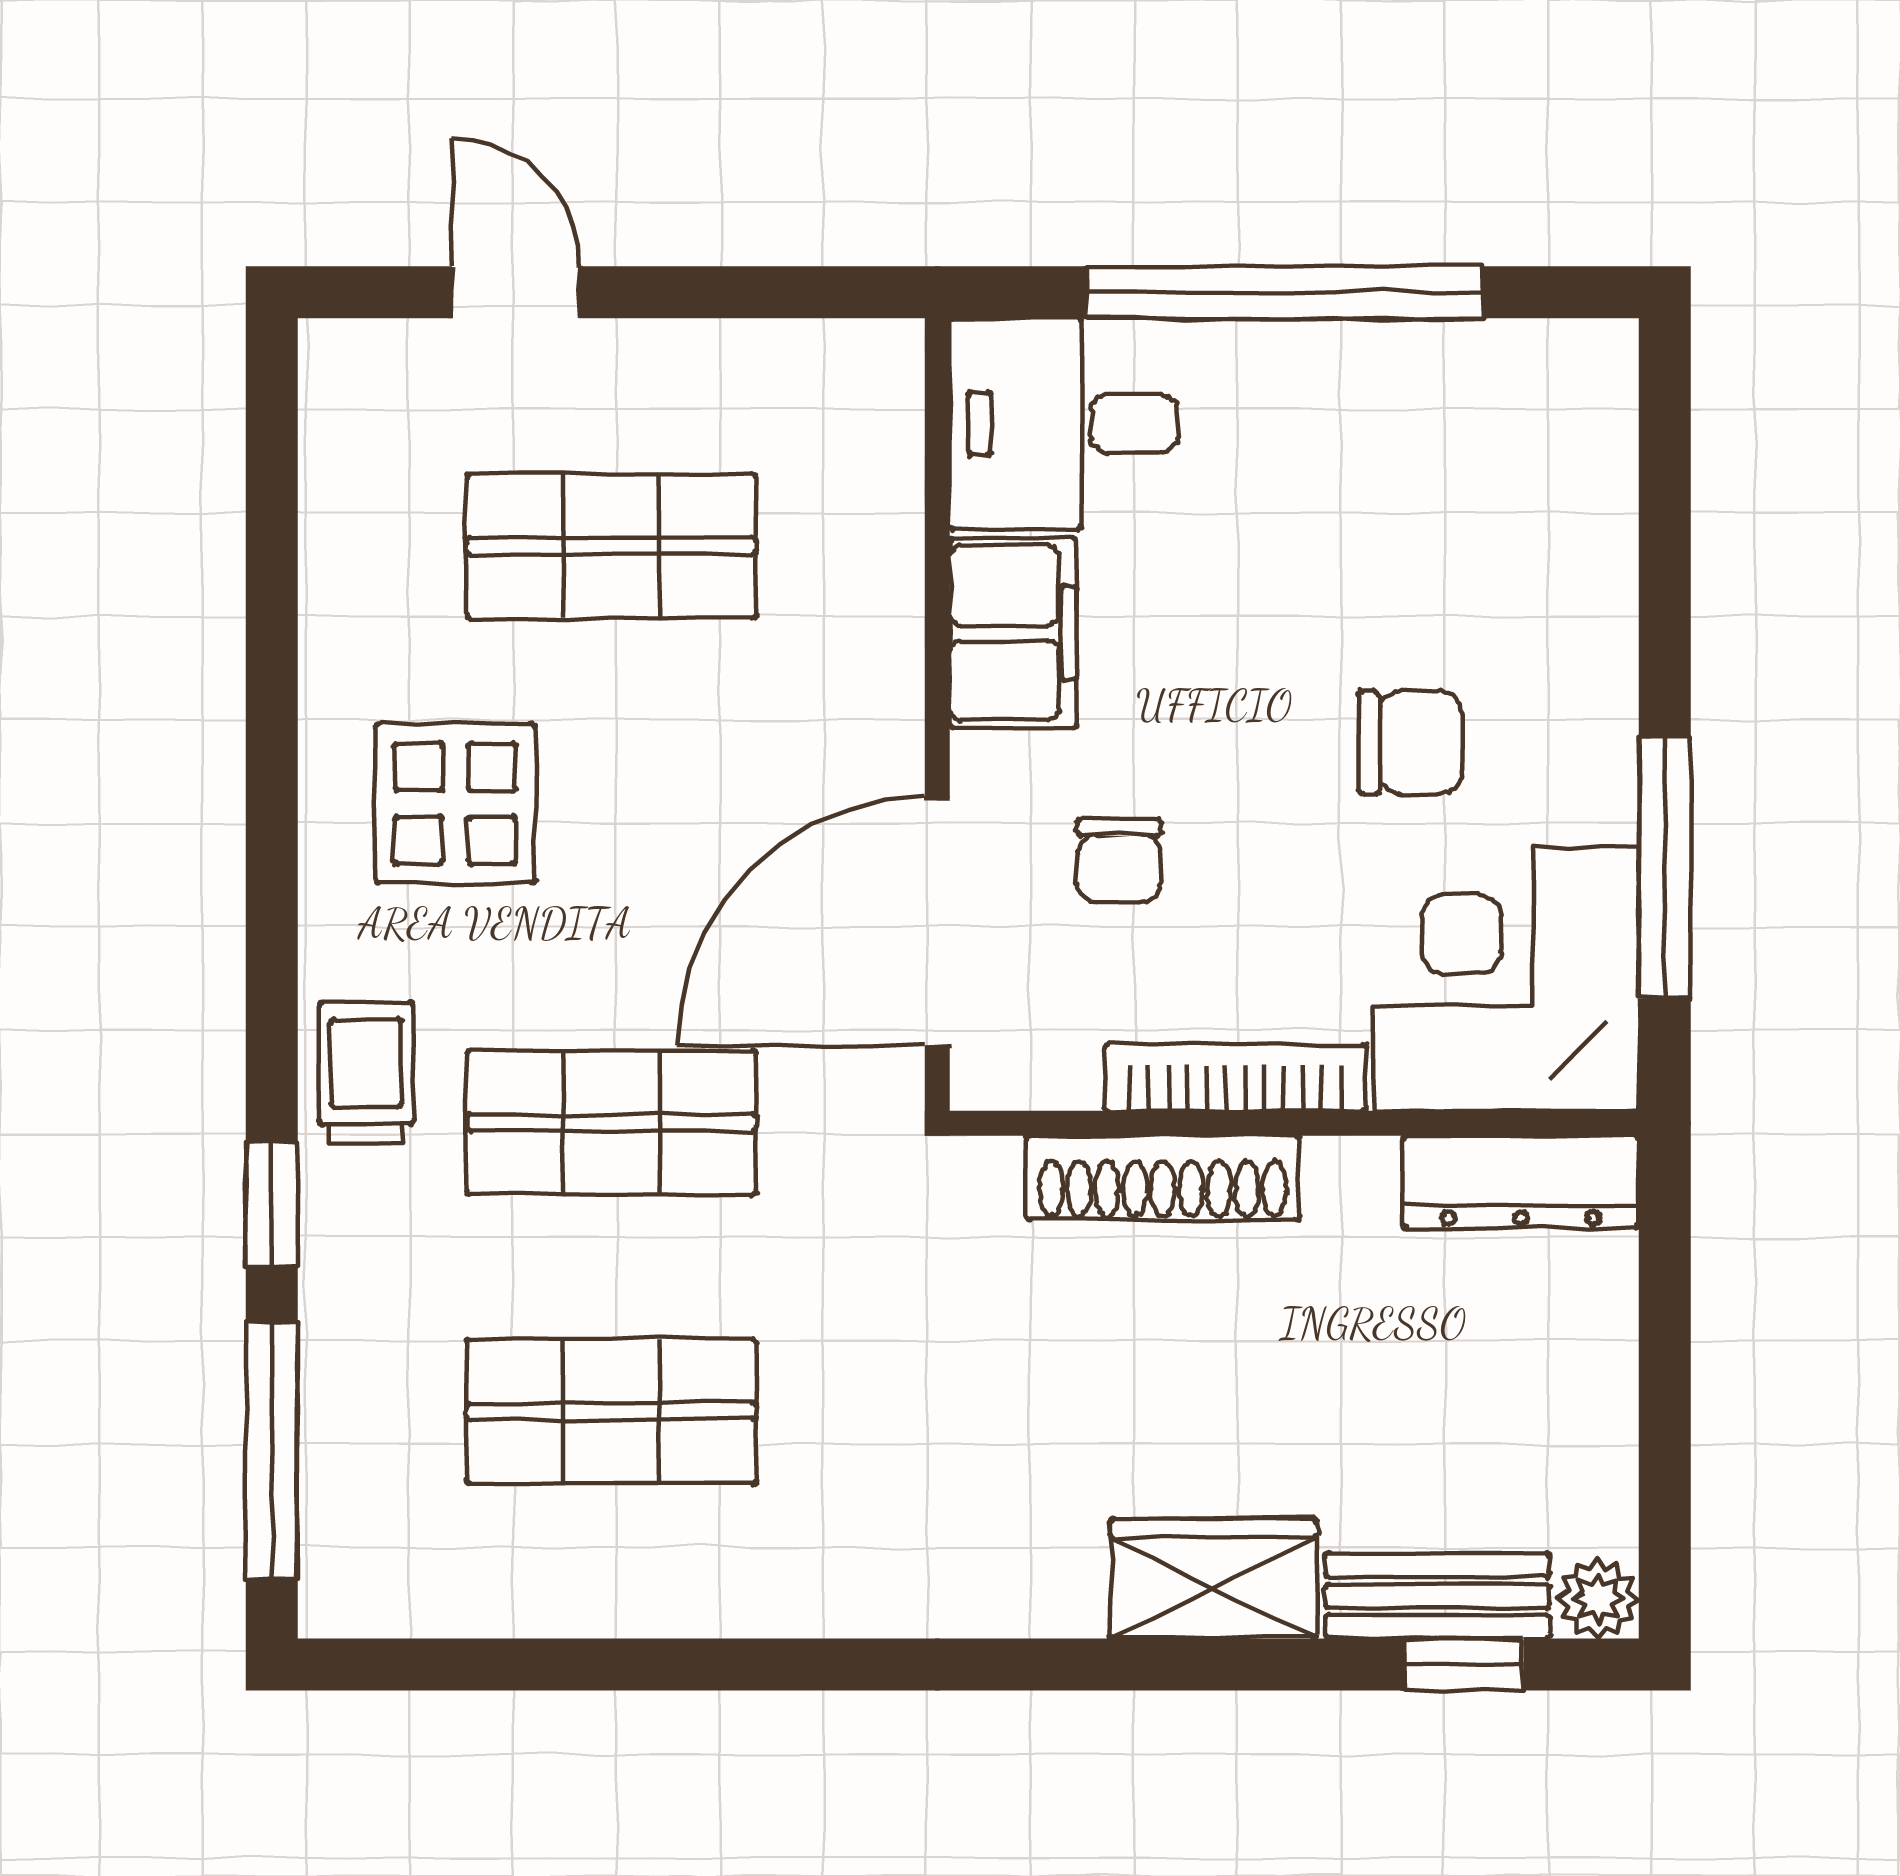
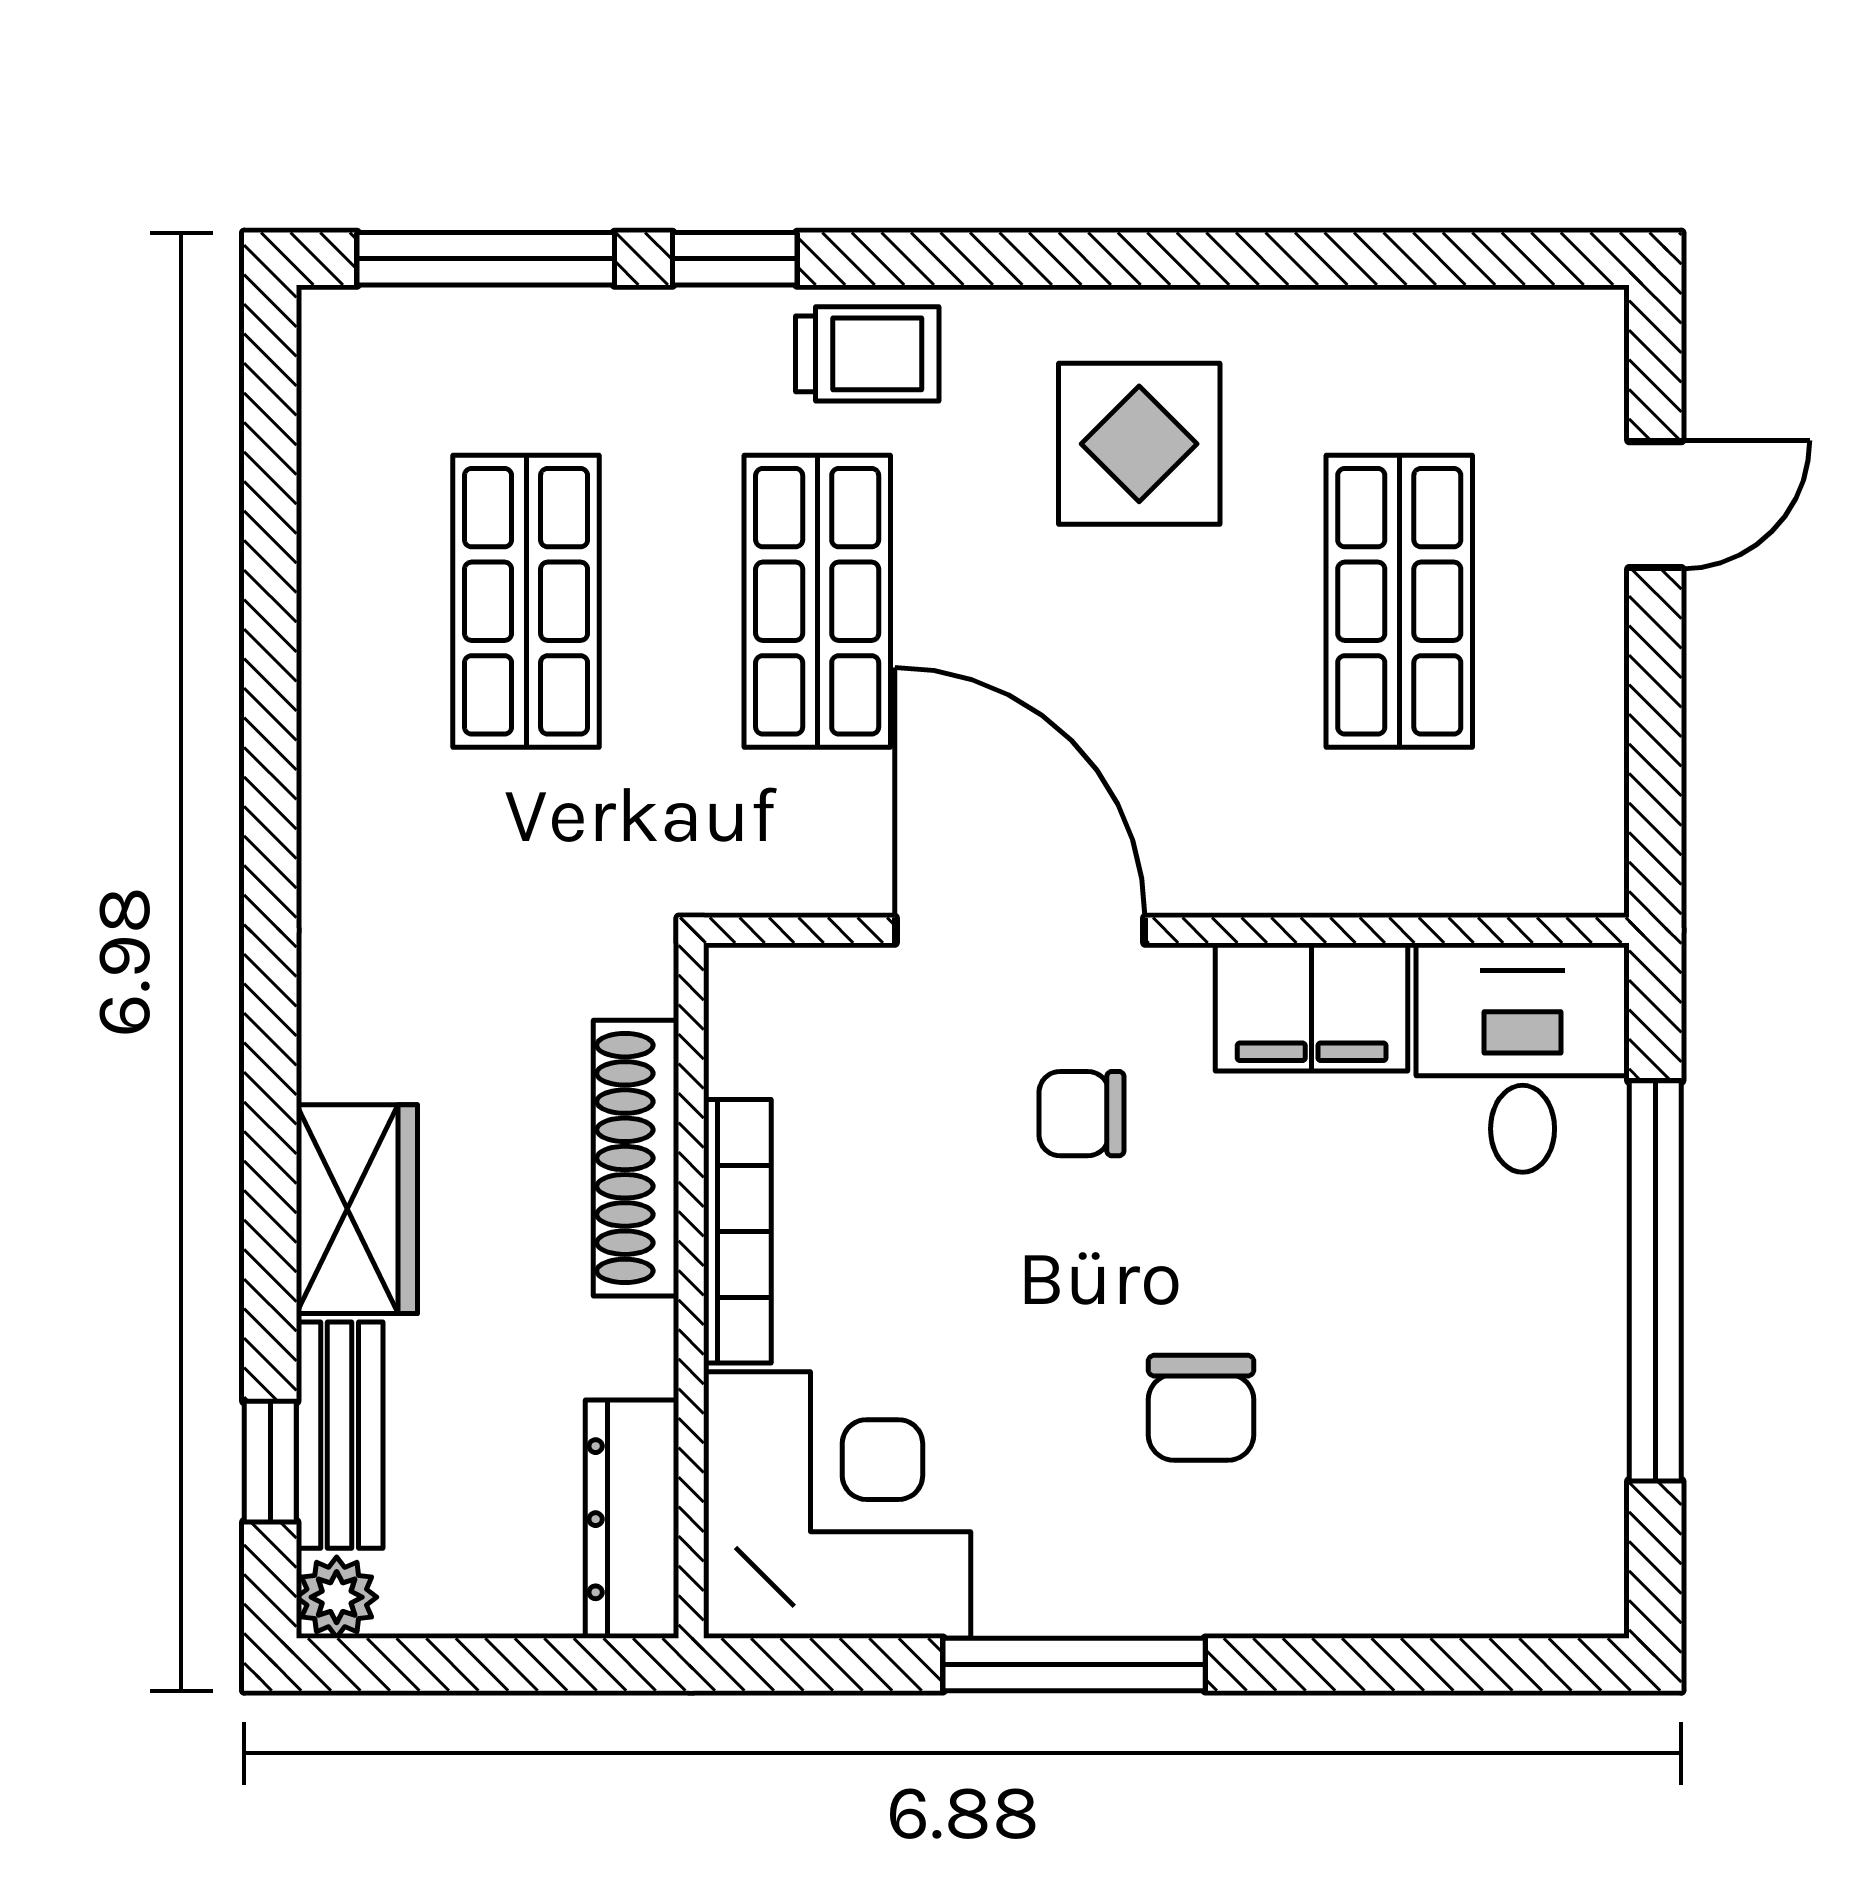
corner desk: (1507, 979) -> (837, 1505), moved
bookcase: (1236, 1077) -> (737, 1231), moved
wall: (1294, 1123) -> (691, 1291), moved
shoe rack: (1163, 1178) -> (636, 1158), moved
dresser: (1521, 1182) -> (632, 1519), moved

